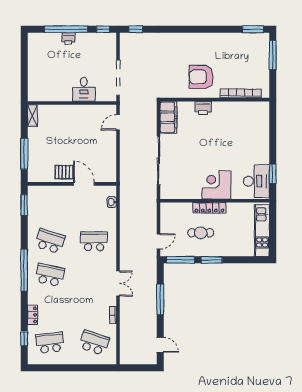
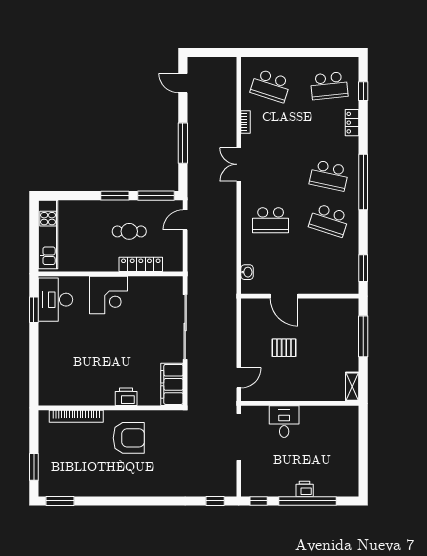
window: (273, 55) -> (34, 467), width x0.69
pallet: (64, 172) -> (284, 348), moved
locker: (209, 208) -> (141, 264), moved

